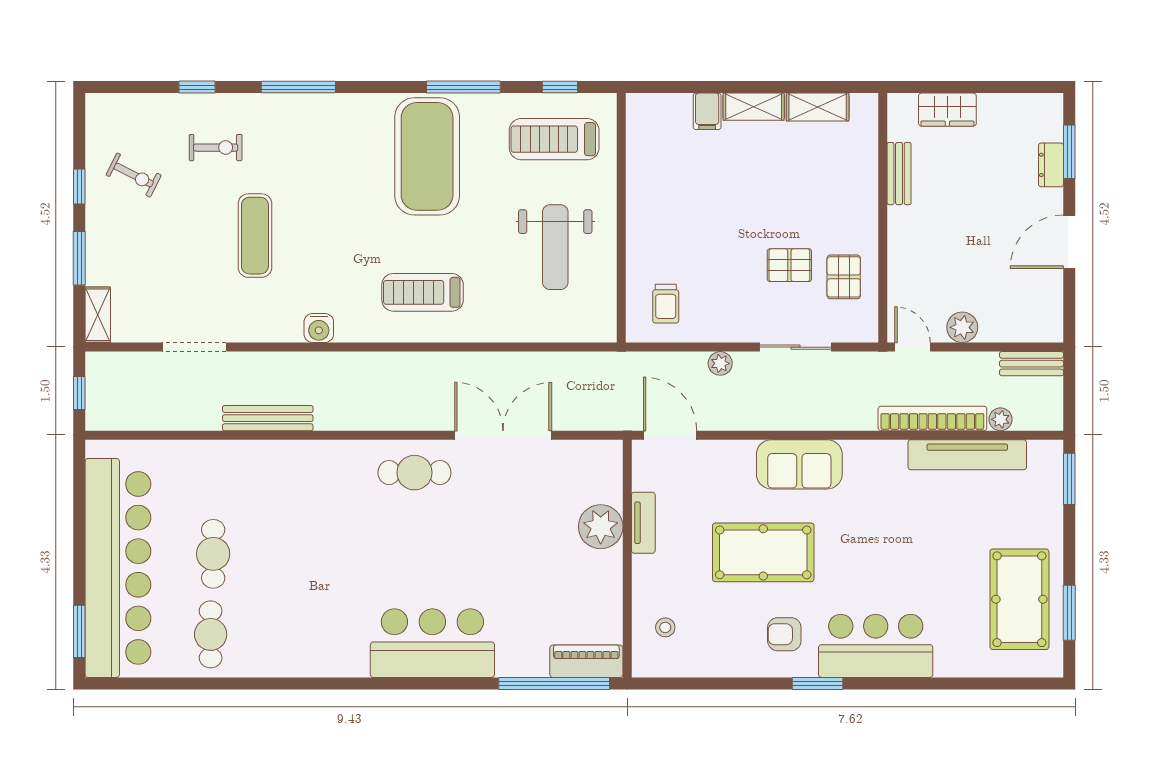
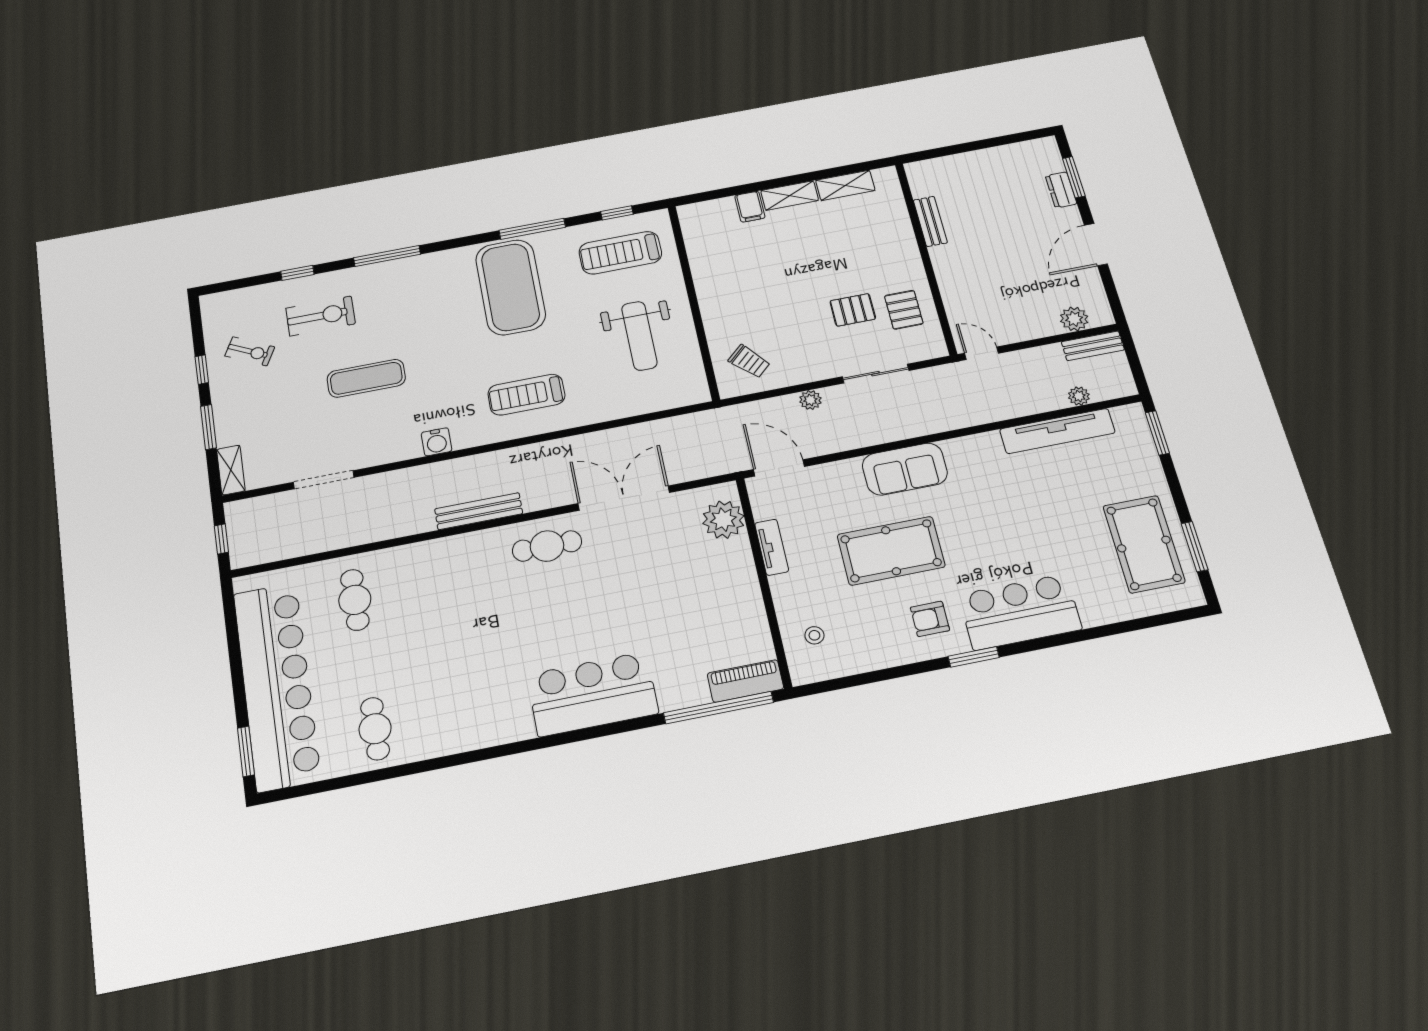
wardrobe: (947, 110) -> (958, 166), removed
exercise bike: (216, 148) -> (321, 316), width x1.38, depth x1.39
exercise mat: (255, 236) -> (366, 378), turned 90
trolley: (666, 304) -> (749, 361), turned -43
plant: (962, 327) -> (1074, 319), moved
bench: (268, 418) -> (479, 511), moved
bookcase: (932, 418) -> (1017, 407), removed
plant: (601, 527) -> (723, 520), moved
cafe table: (213, 554) -> (355, 600), moved

